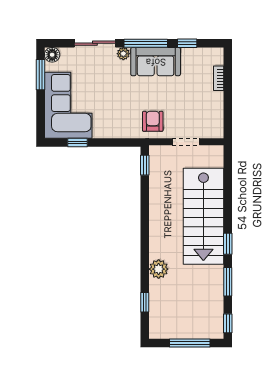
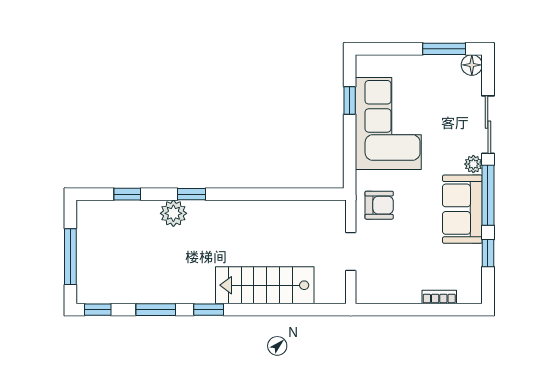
corner sofa: (68, 105) -> (388, 123), moved, turned -90
window: (145, 165) -> (192, 194), moved
stairs: (203, 216) -> (265, 285), width x0.73, depth x0.66

